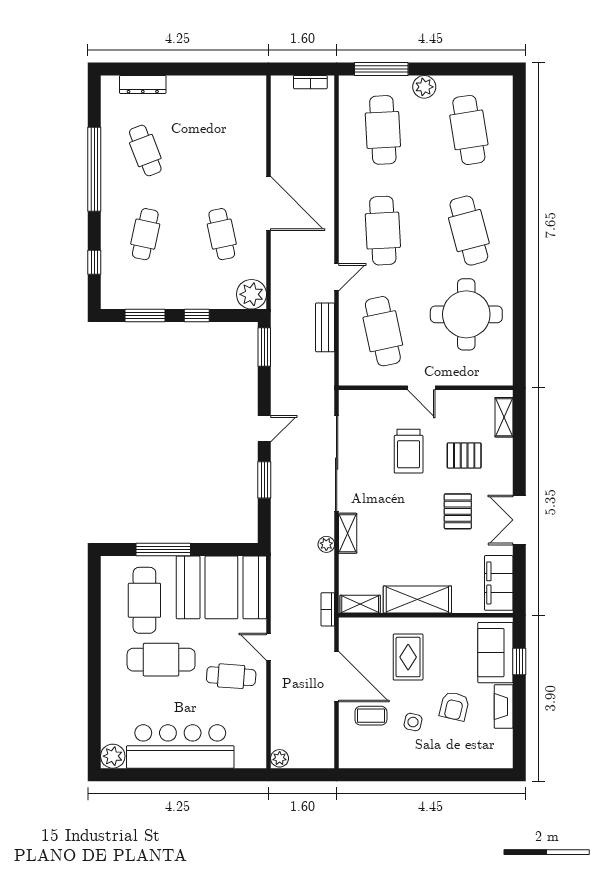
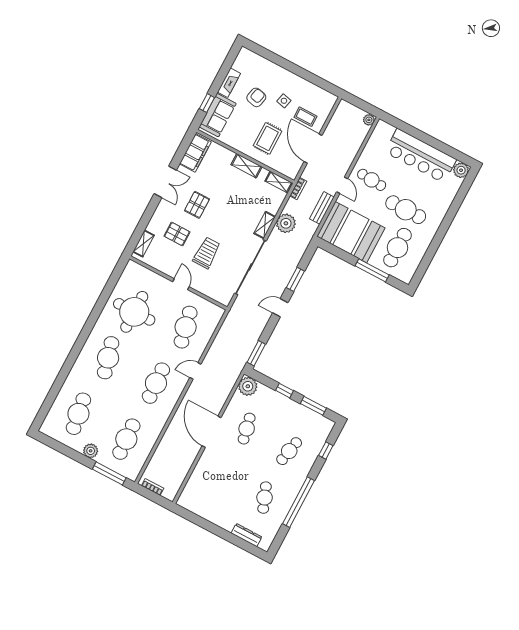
bench: (325, 327) -> (322, 208), moved
plant: (326, 544) -> (286, 223), width x1.87, depth x1.87
shelving: (417, 600) -> (246, 166), width x0.67, depth x0.75

